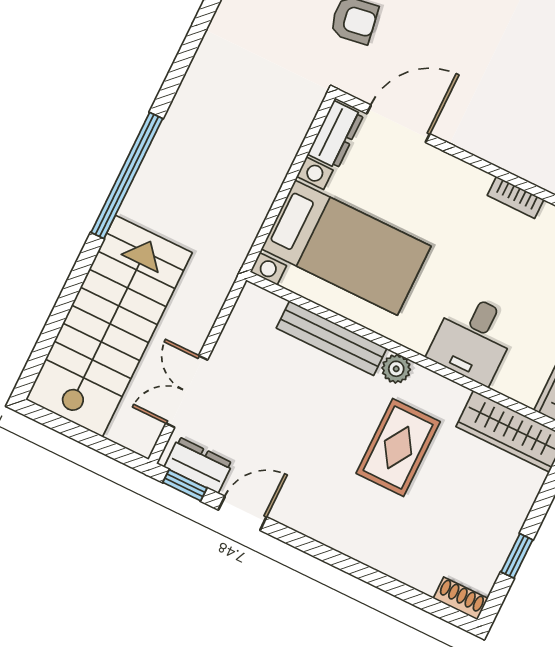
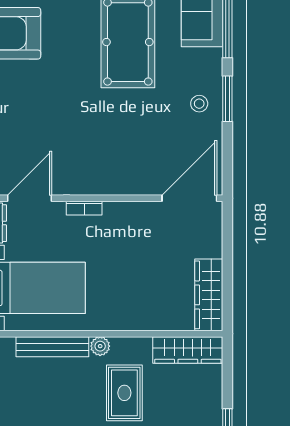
bookcase: (516, 197) -> (84, 208), moved
desk: (473, 339) -> (137, 305), removed

